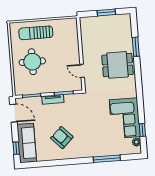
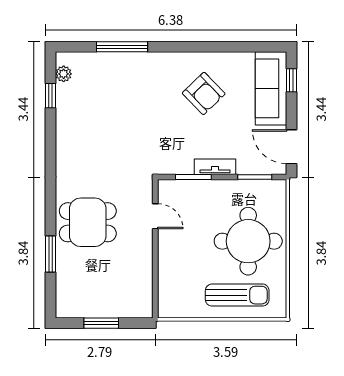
round table: (32, 62) -> (248, 241), width x1.36, depth x1.36
corner sofa: (125, 118) -> (82, 121), removed

